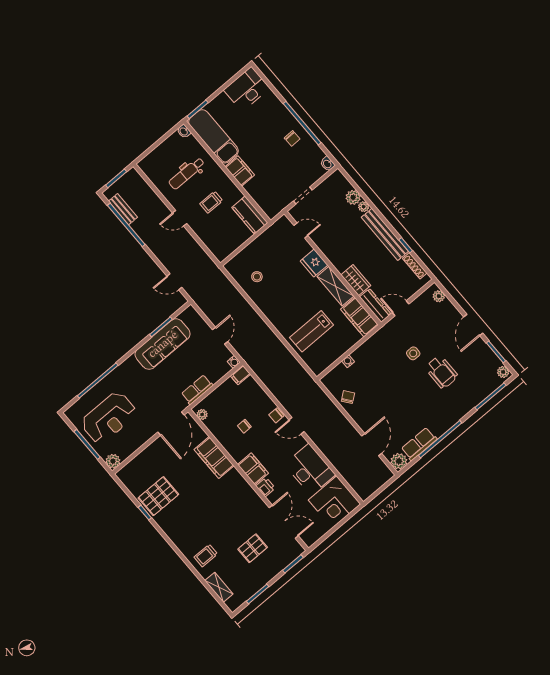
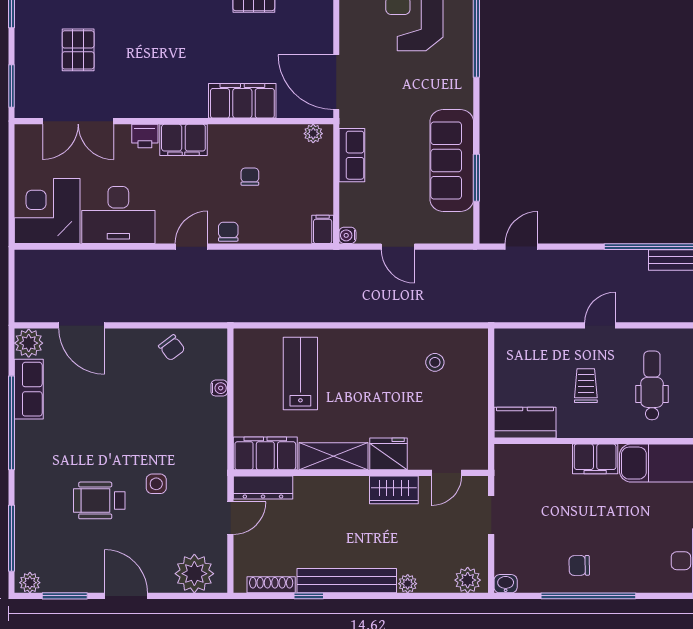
plant: (353, 197) -> (468, 580), moved
wardrobe: (356, 280) -> (394, 490), moved
plant: (439, 296) -> (194, 574), width x1.88, depth x1.88

